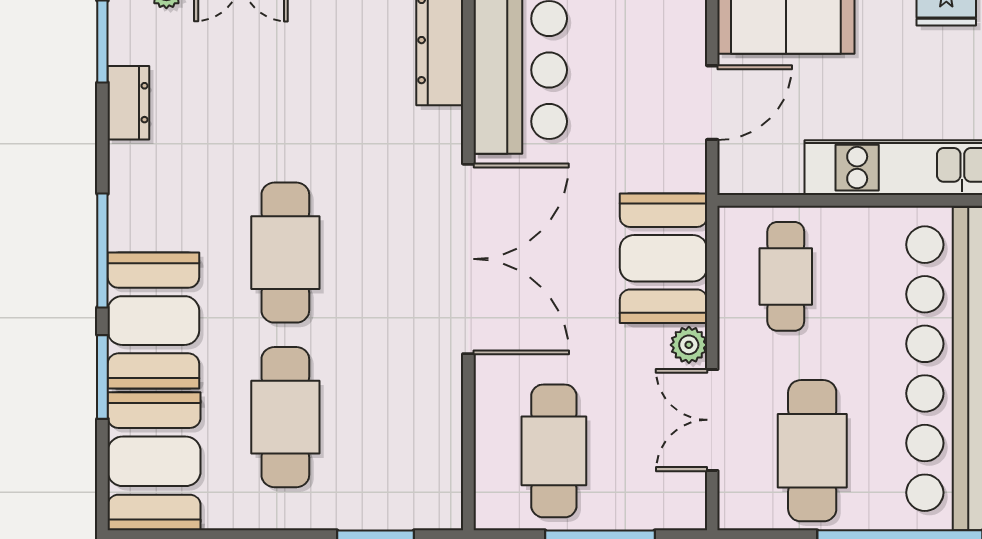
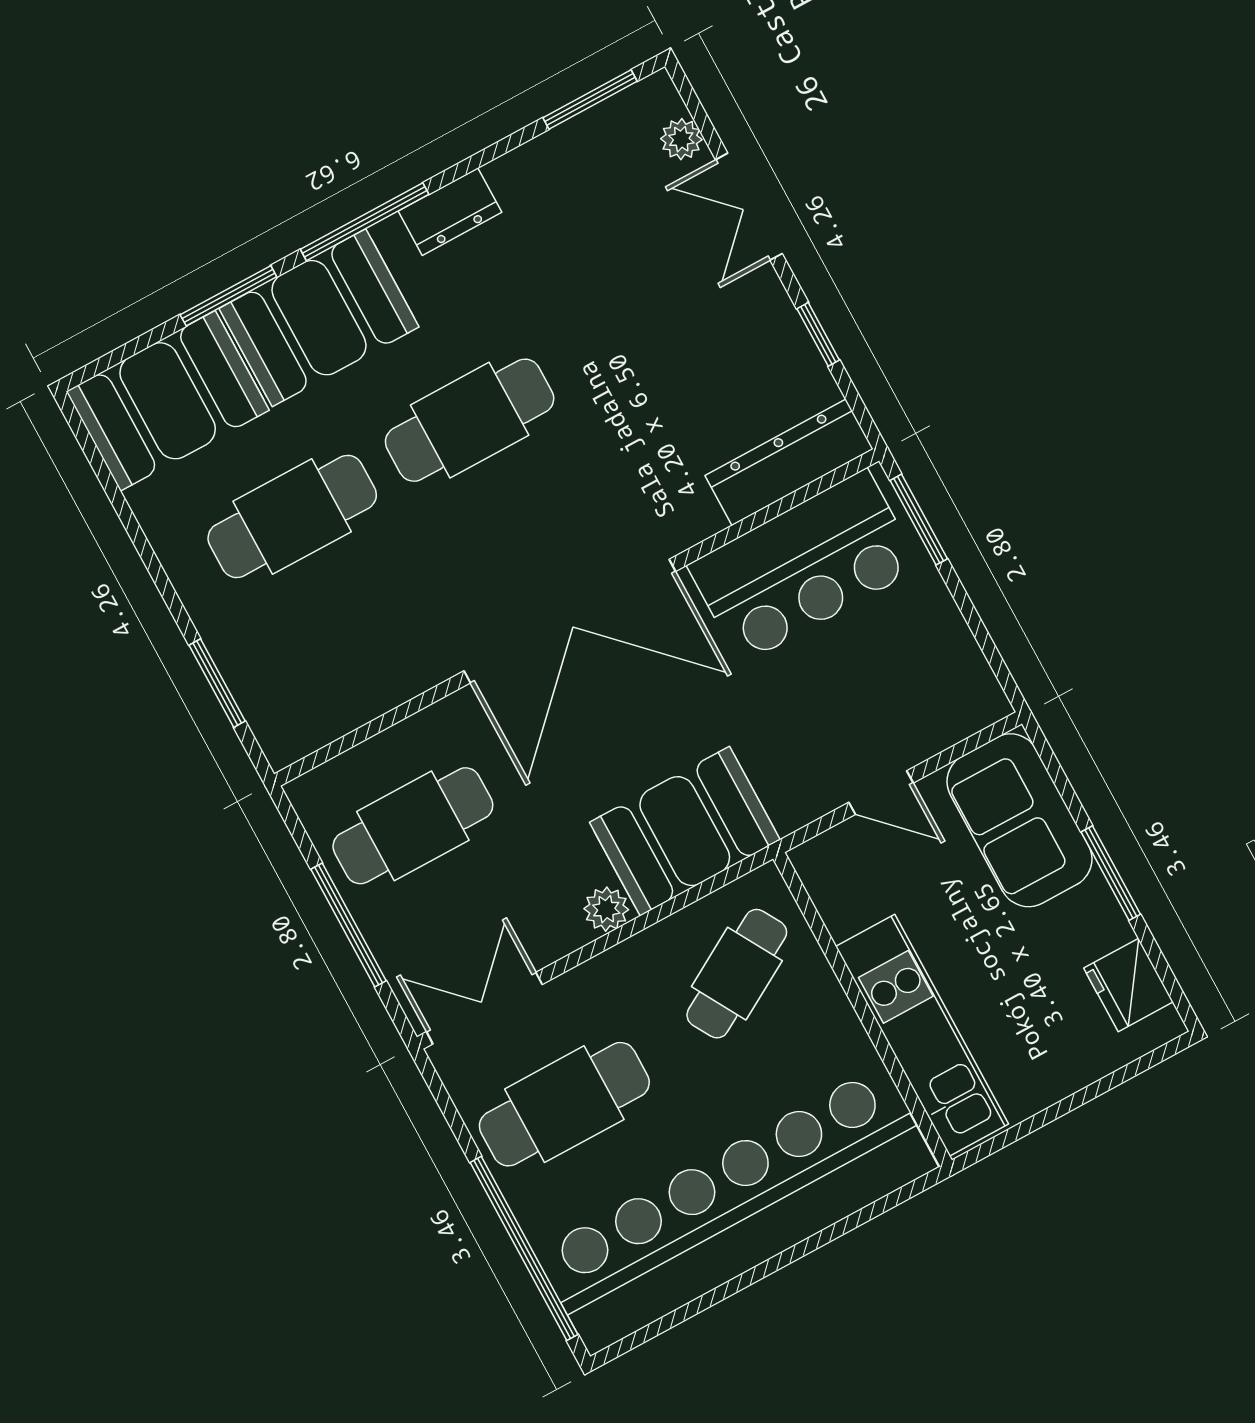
dresser: (128, 103) -> (450, 212), moved
door: (712, 103) -> (881, 793), width x0.73
cafe table: (786, 276) -> (737, 974), turned -30
double door: (712, 420) -> (484, 1008), moved

